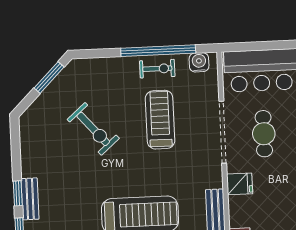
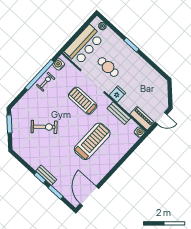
treadmill: (160, 120) -> (83, 101), moved

